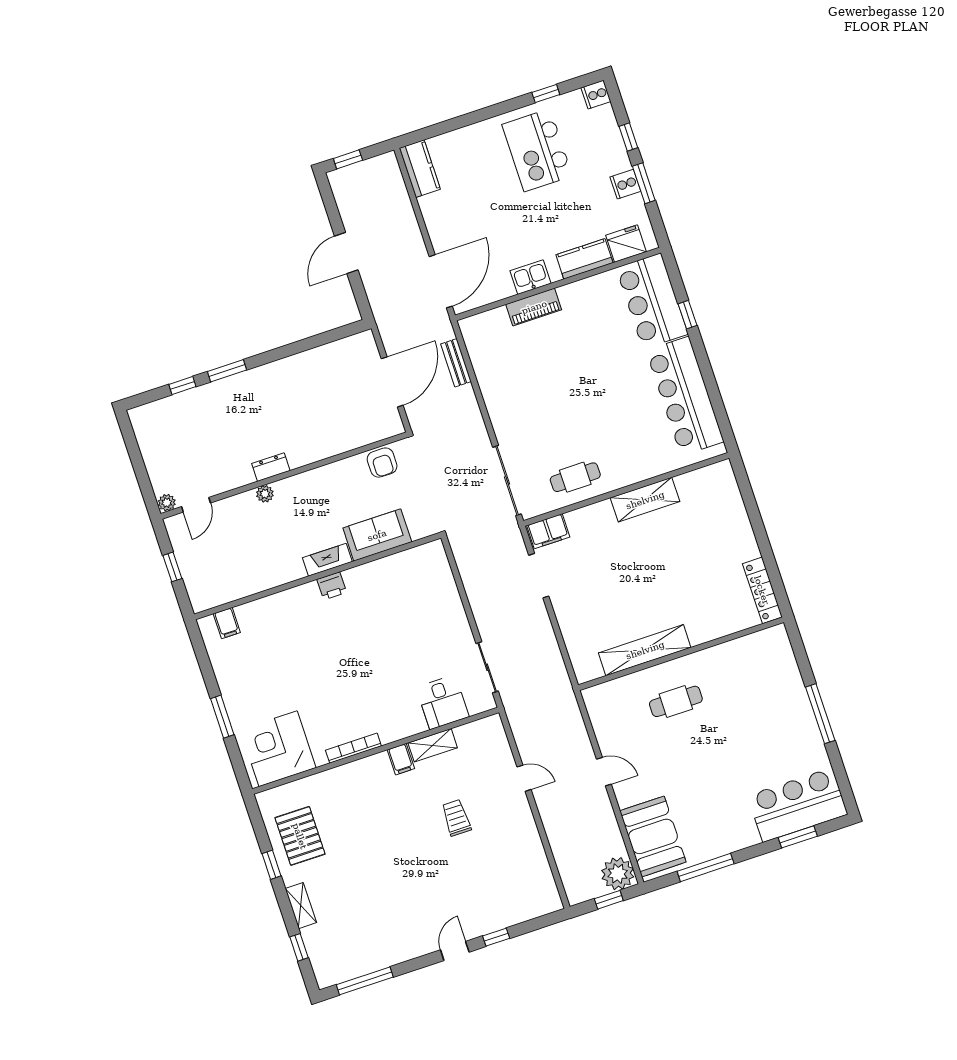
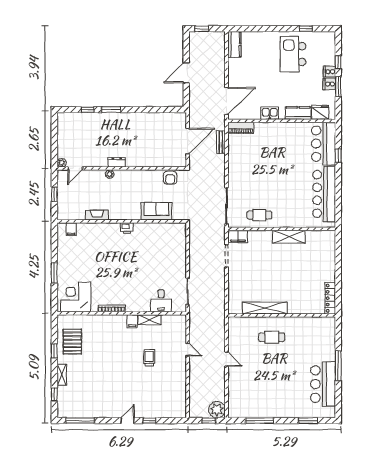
cooker: (596, 95) -> (329, 72), moved
piano: (534, 307) -> (241, 128), moved
fireplace: (327, 560) -> (97, 215), moved
bar counter: (798, 805) -> (323, 384), moved, turned -90
booth: (653, 836) -> (240, 398), removed

